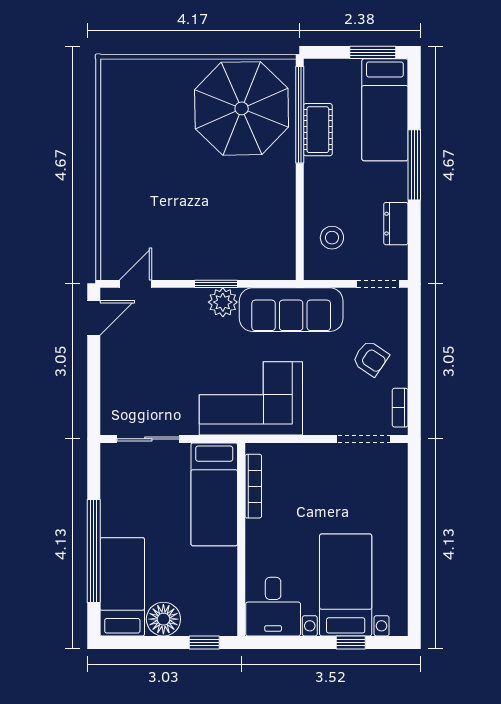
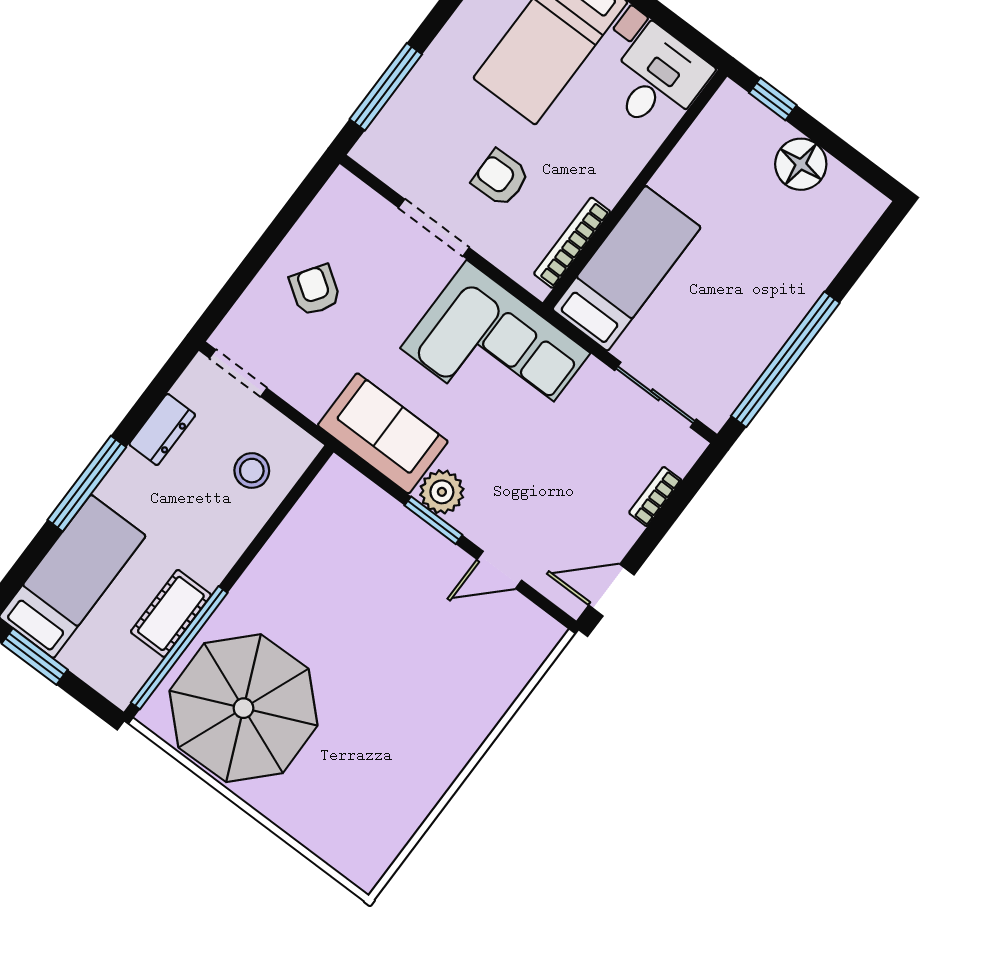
door: (136, 284) -> (499, 570), moved
sofa: (291, 310) -> (383, 433), width x0.73
bookcase: (400, 408) -> (655, 497), moved, turned 180
doorway: (364, 439) -> (434, 228), moved
armchair: (317, 492) -> (501, 178), added
window: (414, 494) -> (386, 87), added
window: (94, 551) -> (785, 359), moved
bed: (122, 587) -> (821, 240), removed

